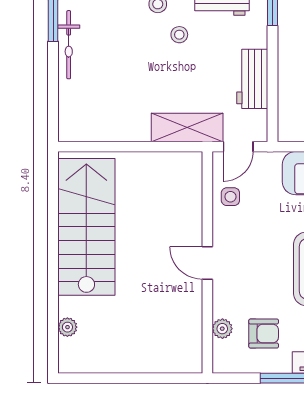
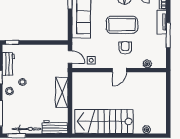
workbench: (252, 79) -> (55, 127), moved, turned 180
shelving: (187, 128) -> (62, 92), moved
armchair: (264, 334) -> (125, 48), moved

